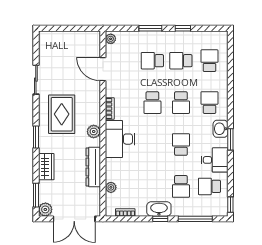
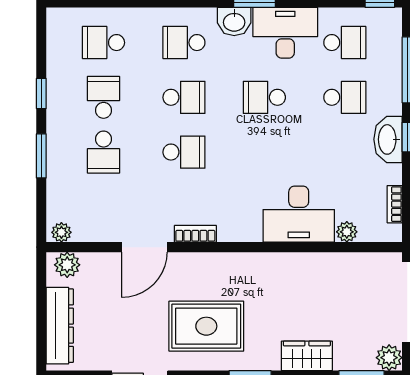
school desk: (181, 61) -> (104, 97), turned 180
door: (103, 69) -> (144, 247), moved
plant: (94, 131) -> (67, 265), moved
desk: (120, 139) -> (299, 214), moved
desk: (215, 160) -> (285, 33), width x1.37
dresser: (93, 167) -> (60, 326), moved, turned -90
school desk: (209, 186) -> (345, 43), turned -90

